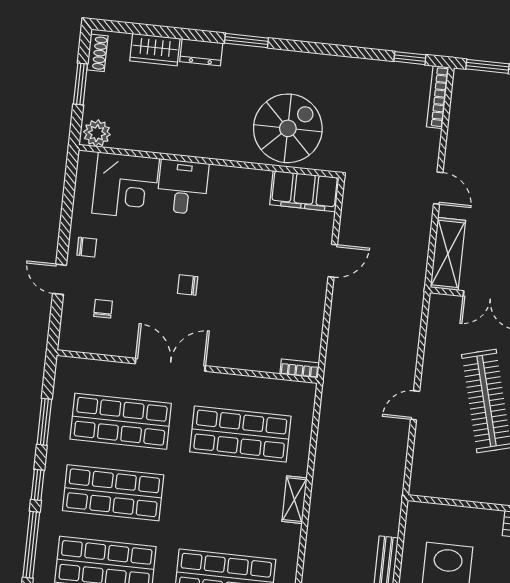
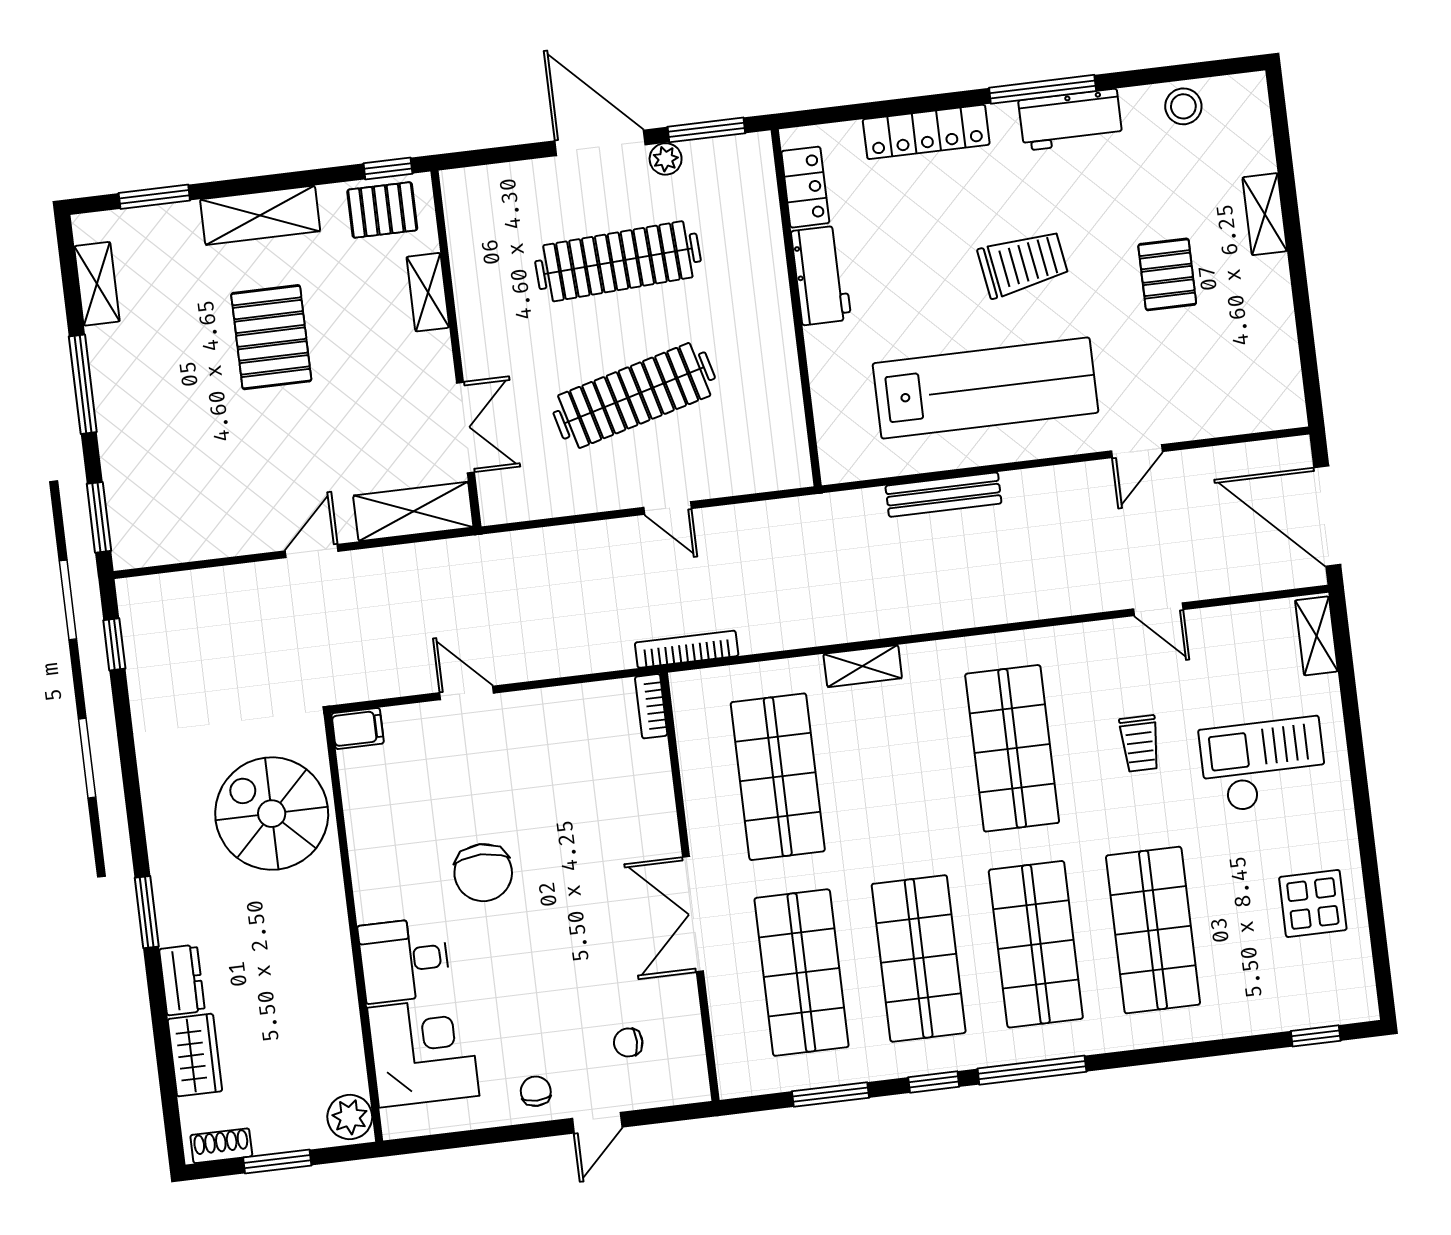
bookcase: (438, 97) -> (687, 649), moved, turned 180
filing cabinet: (304, 191) -> (358, 728), width x0.33, depth x0.86
chair: (188, 285) -> (483, 873), moved, width x1.87, depth x1.87

